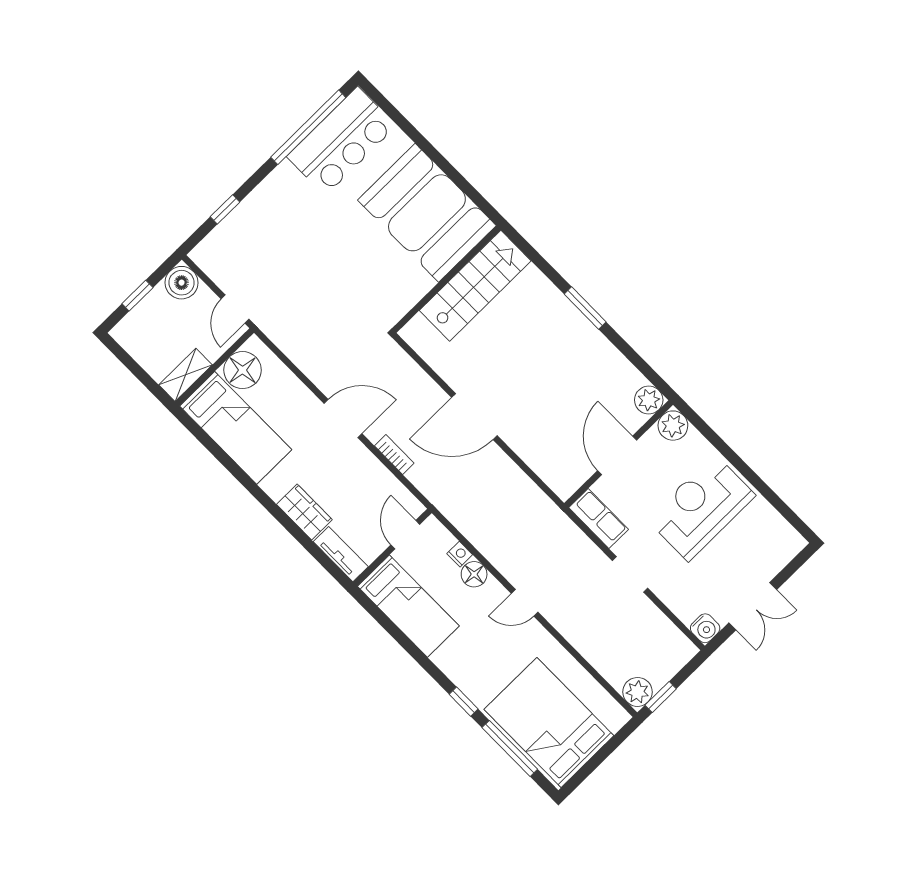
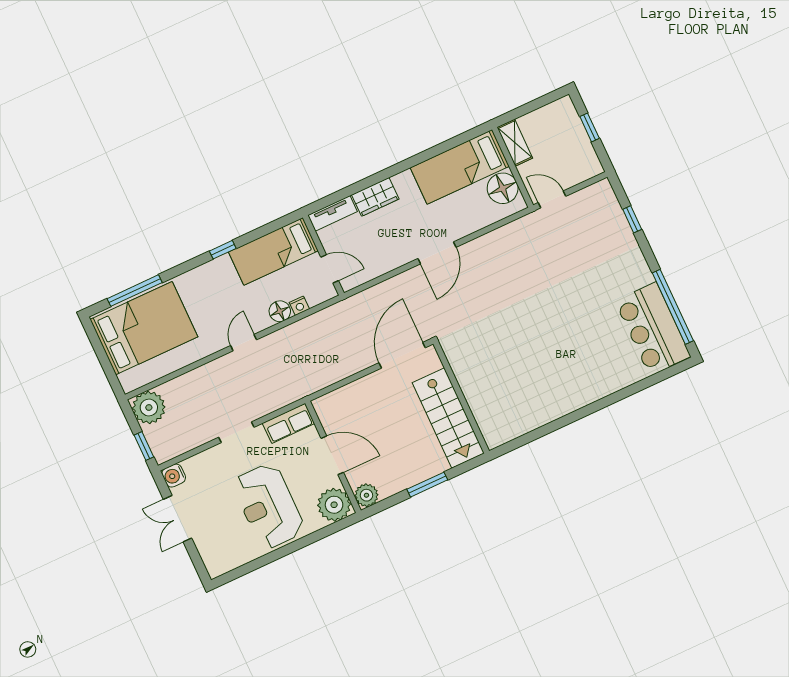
booth: (427, 213) -> (573, 375), removed
wall: (446, 279) -> (461, 397), moved
boiler: (182, 283) -> (587, 165), removed
stairs: (475, 286) -> (448, 418), moved
window: (585, 308) -> (427, 485), moved
plant: (673, 426) -> (334, 505), width x1.36, depth x1.36
bookcase: (394, 454) -> (395, 283), removed
reception desk: (701, 508) -> (268, 506), turned 180
plant: (637, 692) -> (149, 408), width x1.36, depth x1.36
window: (661, 697) -> (144, 446), moved
window: (464, 702) -> (223, 250), moved

